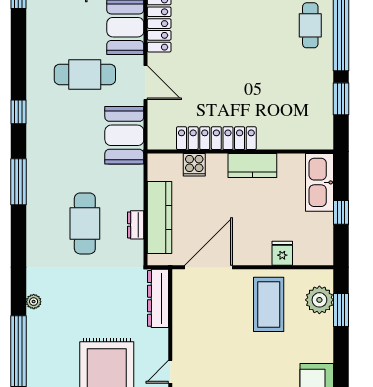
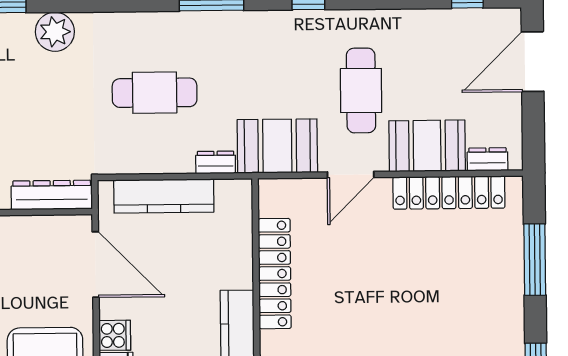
cooker: (194, 165) -> (115, 335), moved, turned 180
dresser: (136, 225) -> (216, 162), moved
plant: (34, 302) -> (55, 32), width x1.88, depth x1.88

